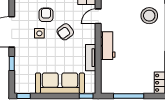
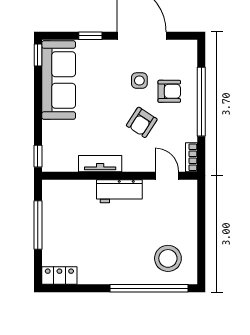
armchair: (65, 32) -> (142, 122), turned -110
sofa: (60, 83) -> (59, 80), moved

